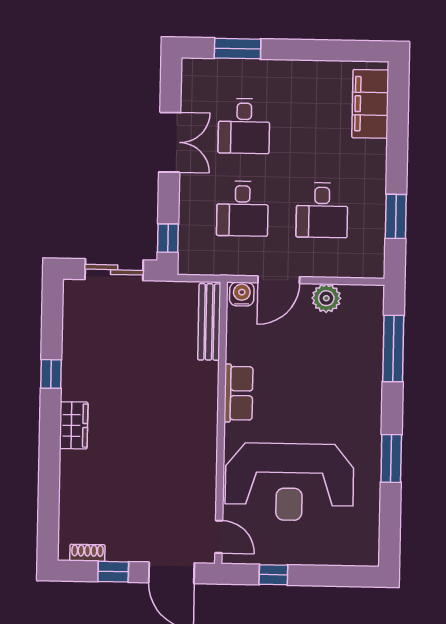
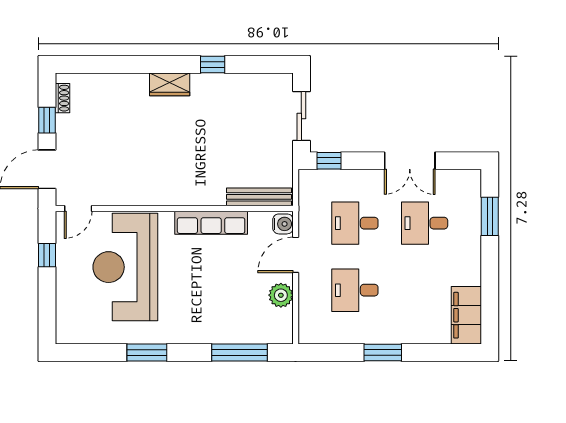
filing cabinet: (370, 104) -> (466, 315), moved, turned -90
window: (396, 216) -> (383, 352), moved
door: (279, 280) -> (296, 255), hinge flipped
row of seats: (238, 393) -> (211, 223), width x1.48

